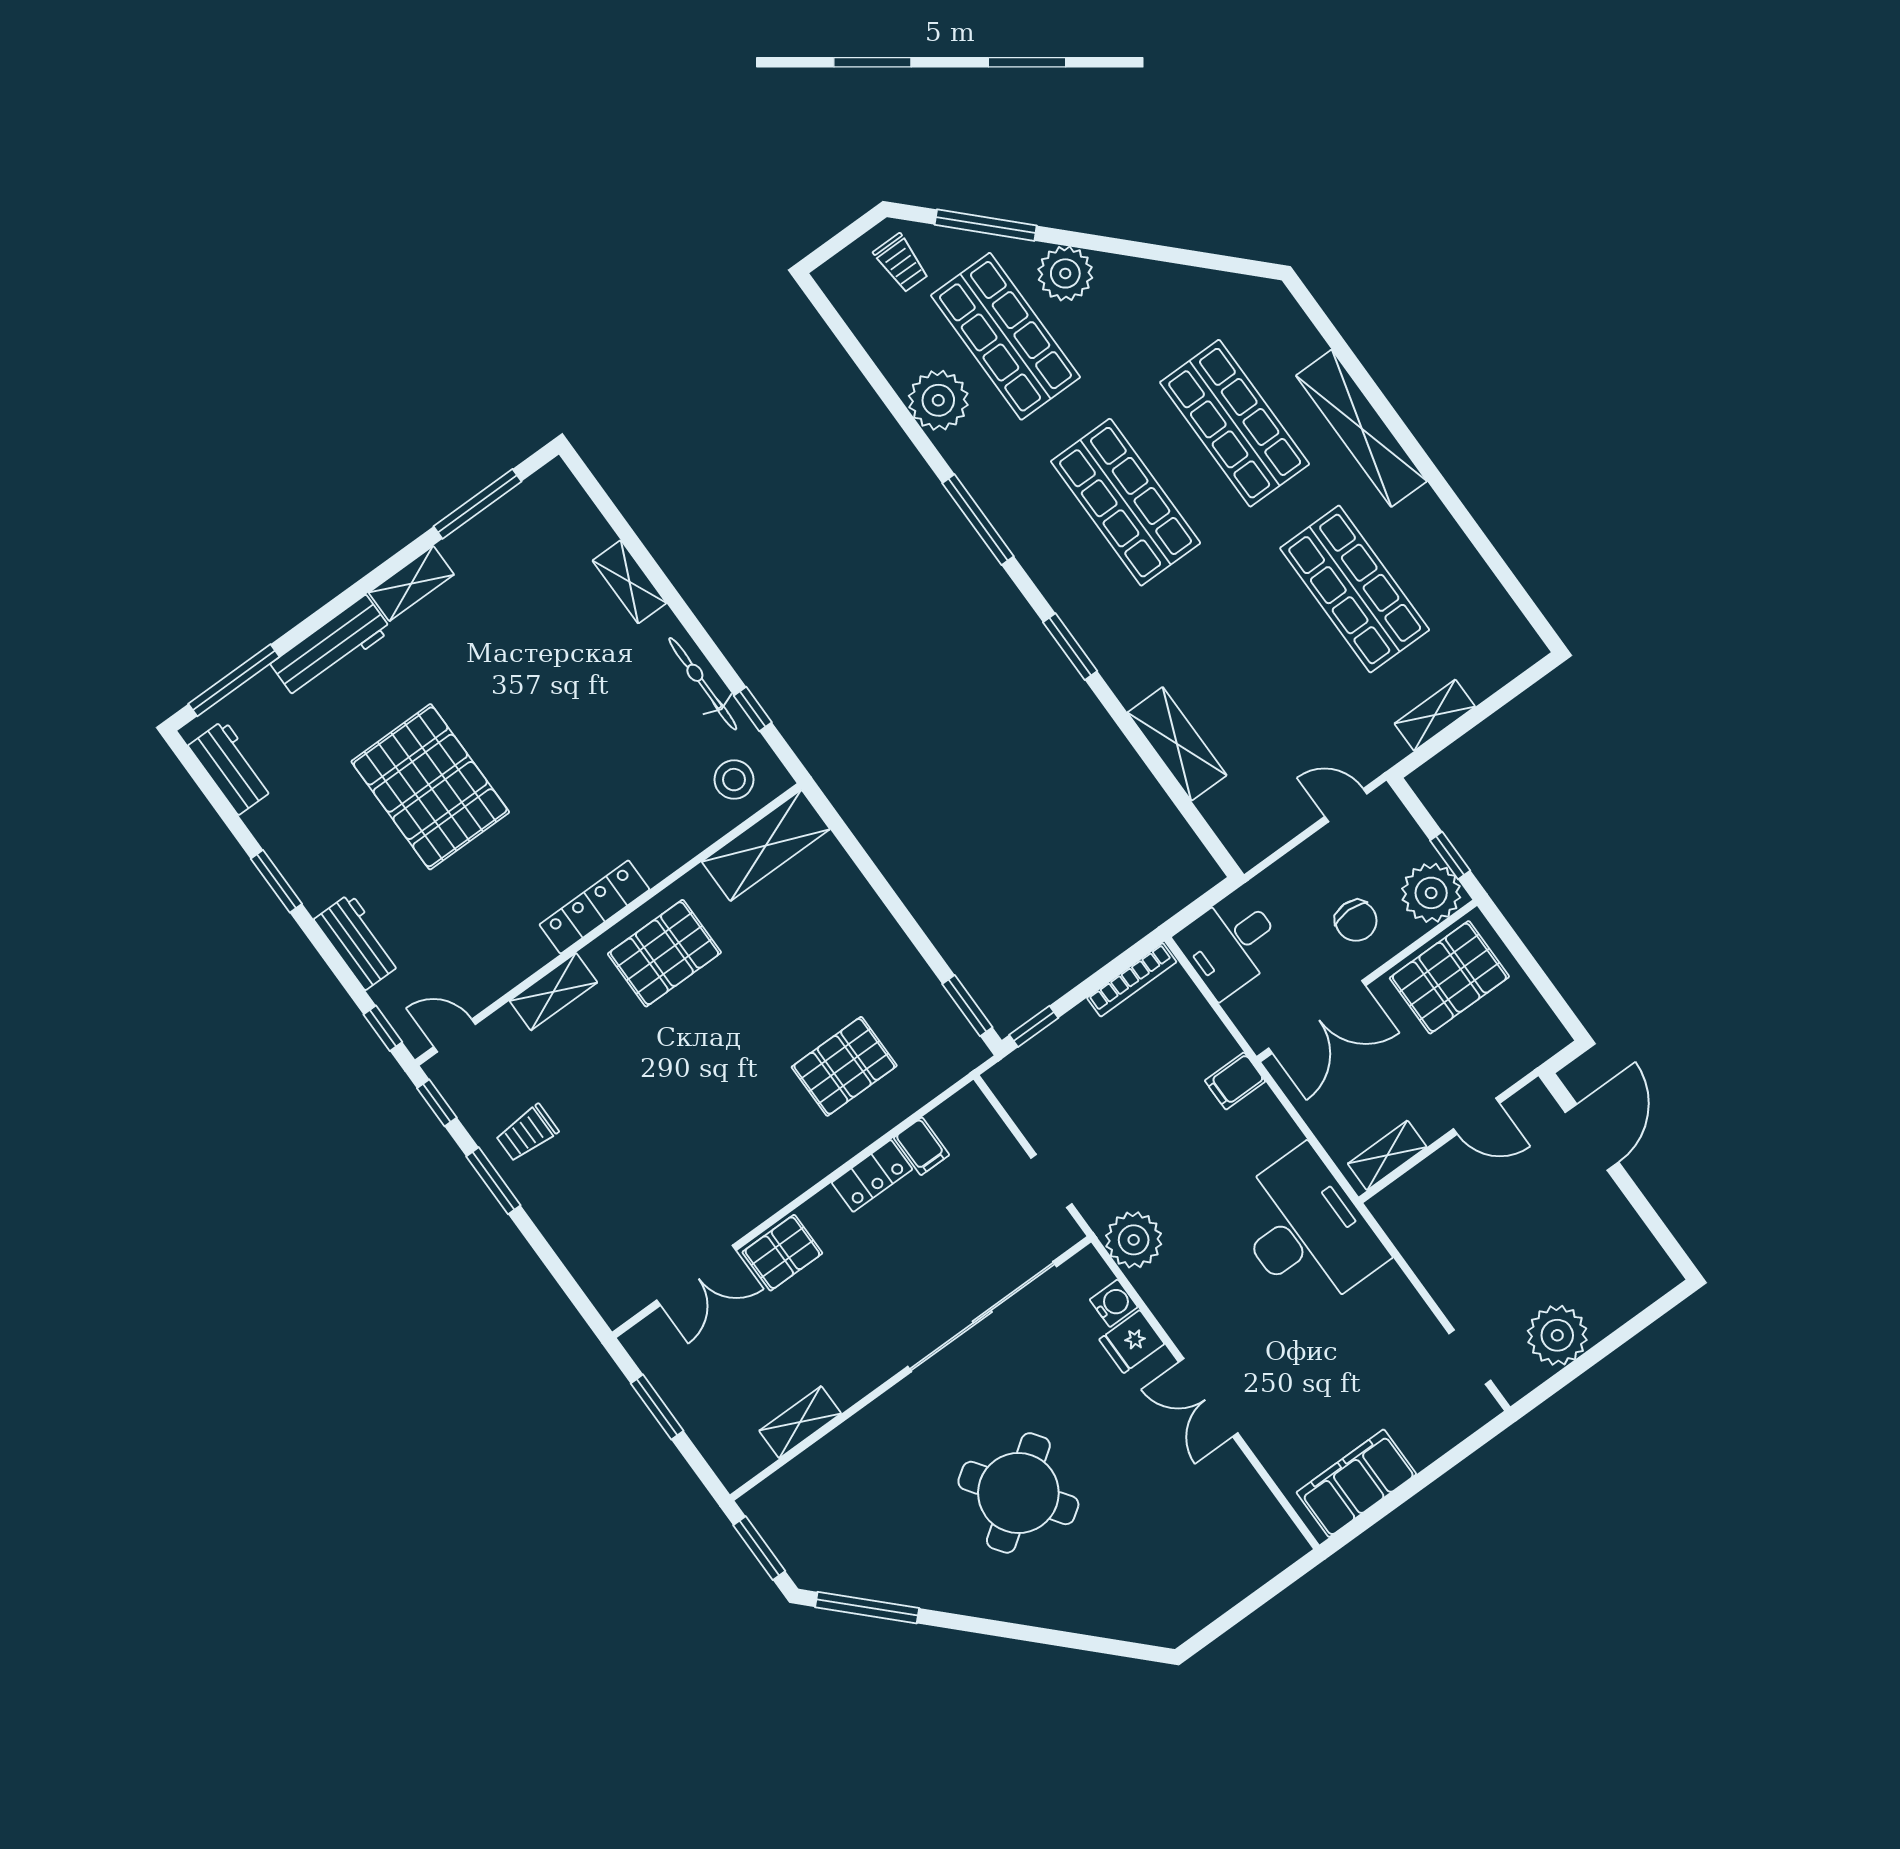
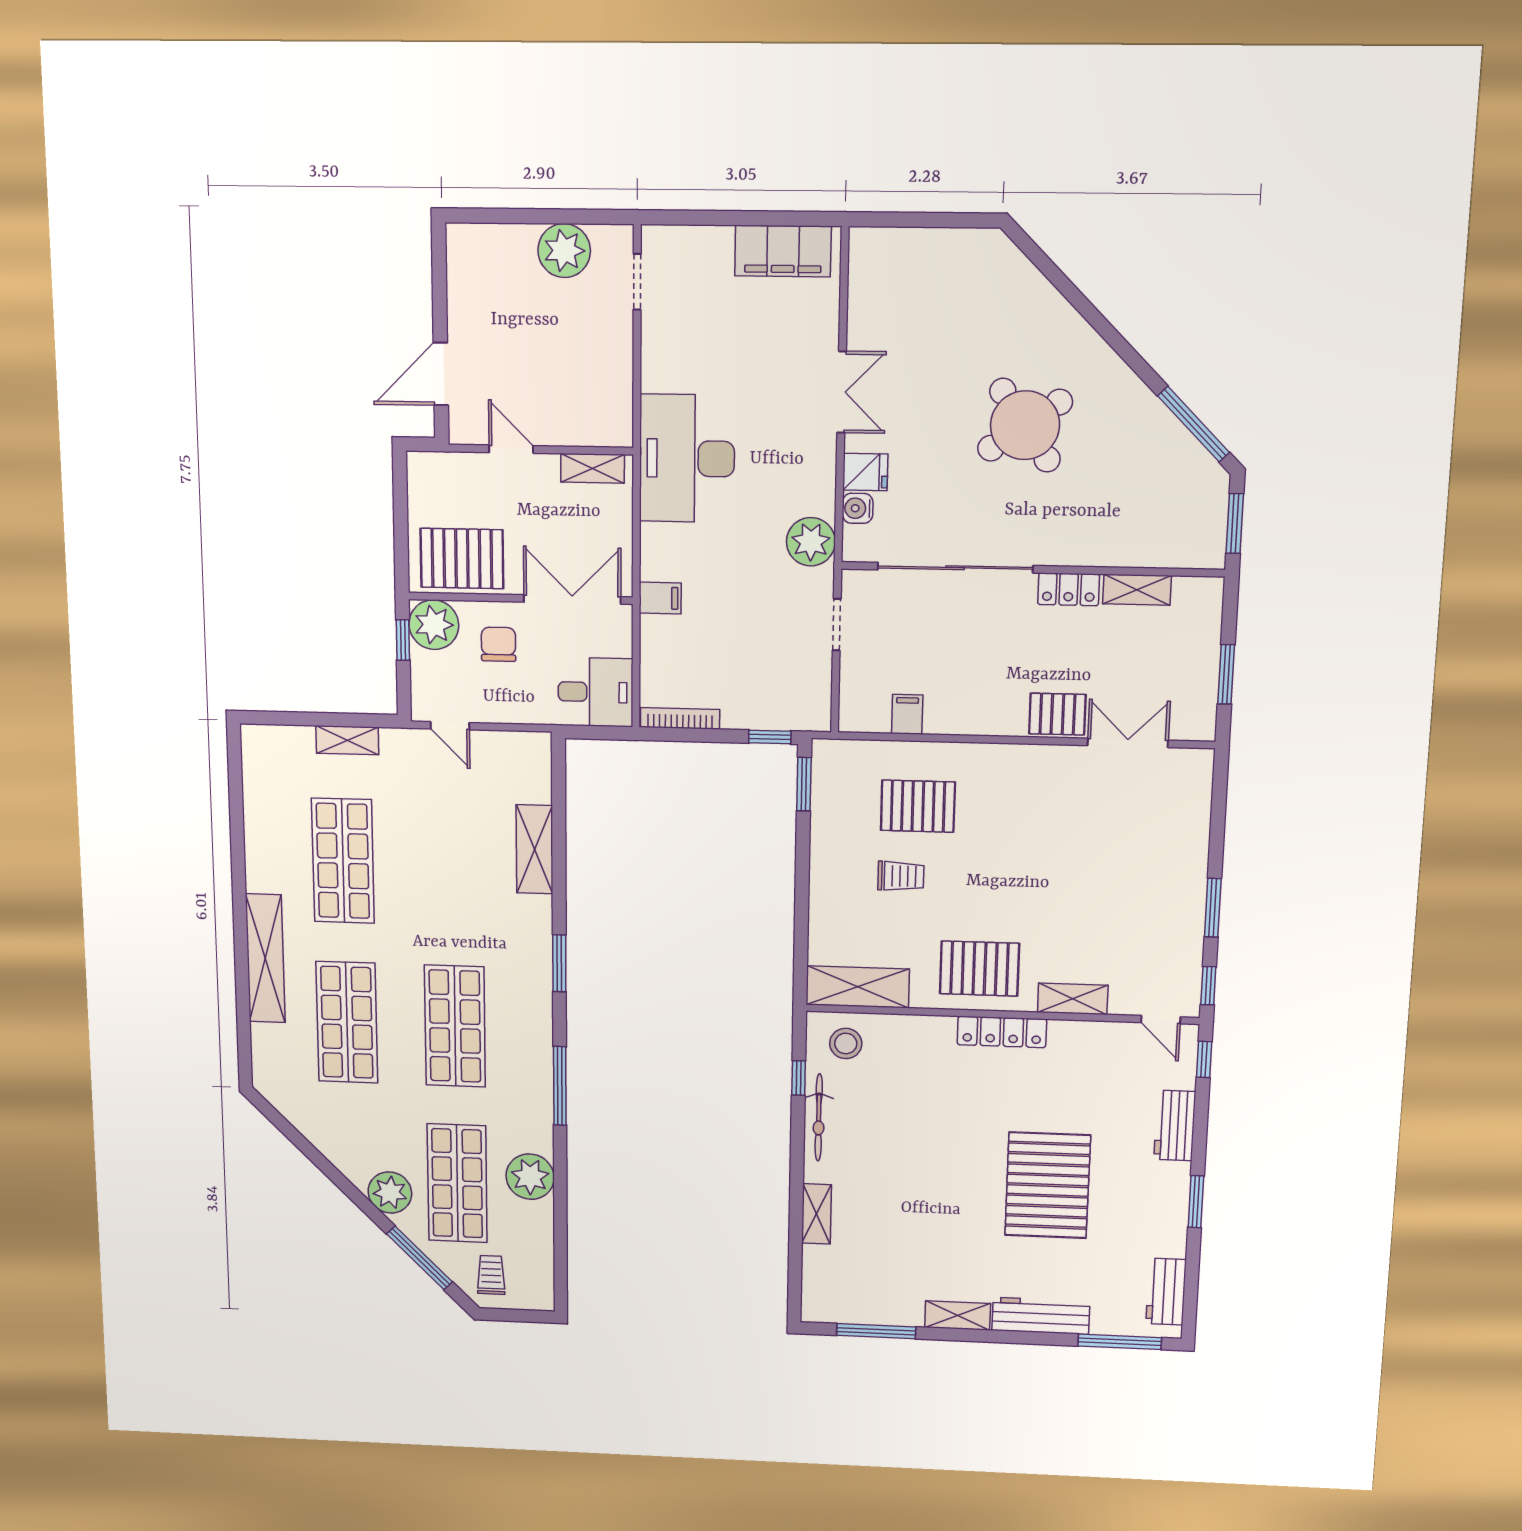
trolley: (527, 1133) -> (901, 876), moved
locker: (872, 1176) -> (1069, 589), moved, turned 180

